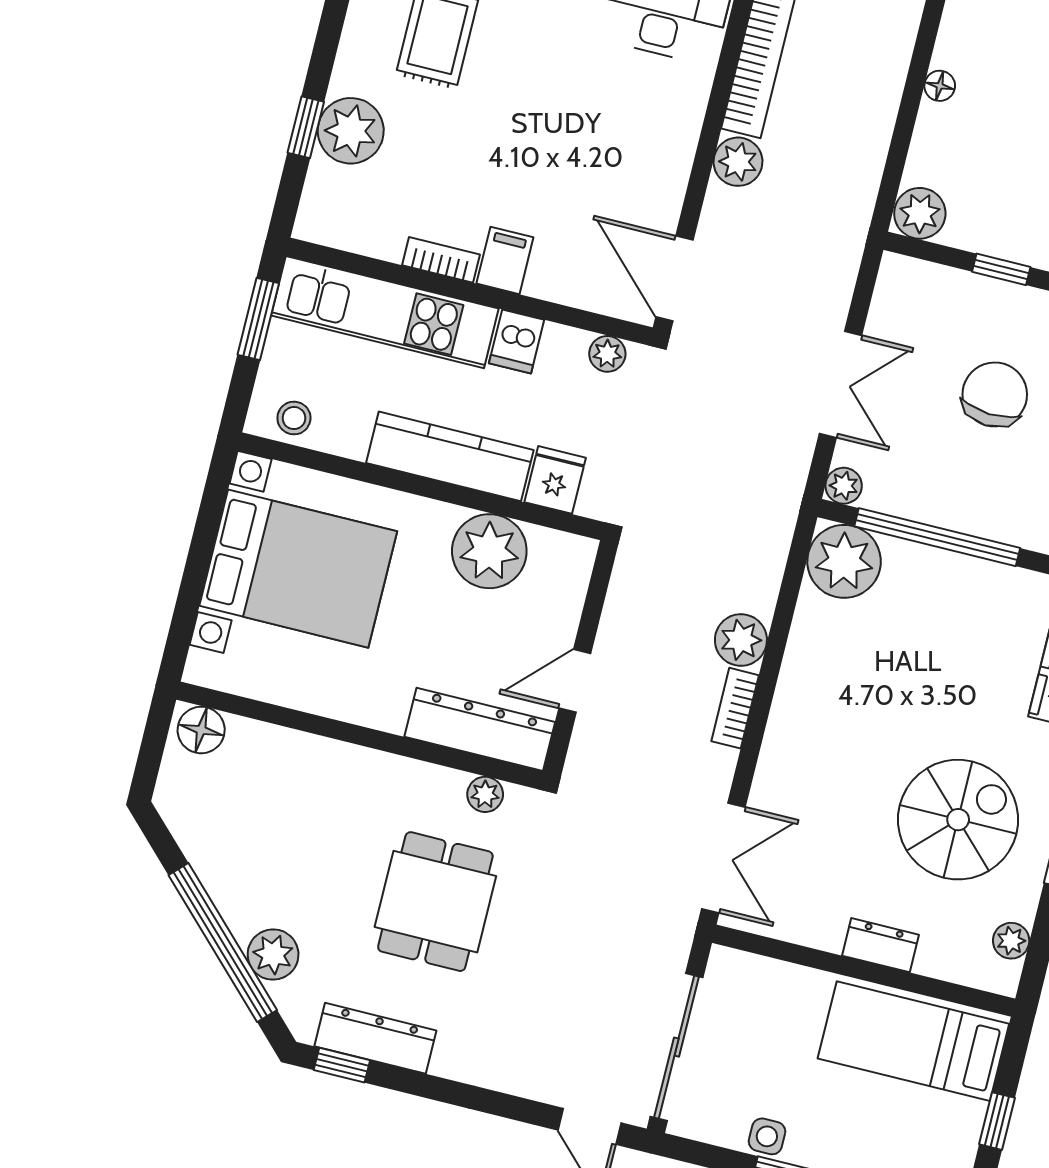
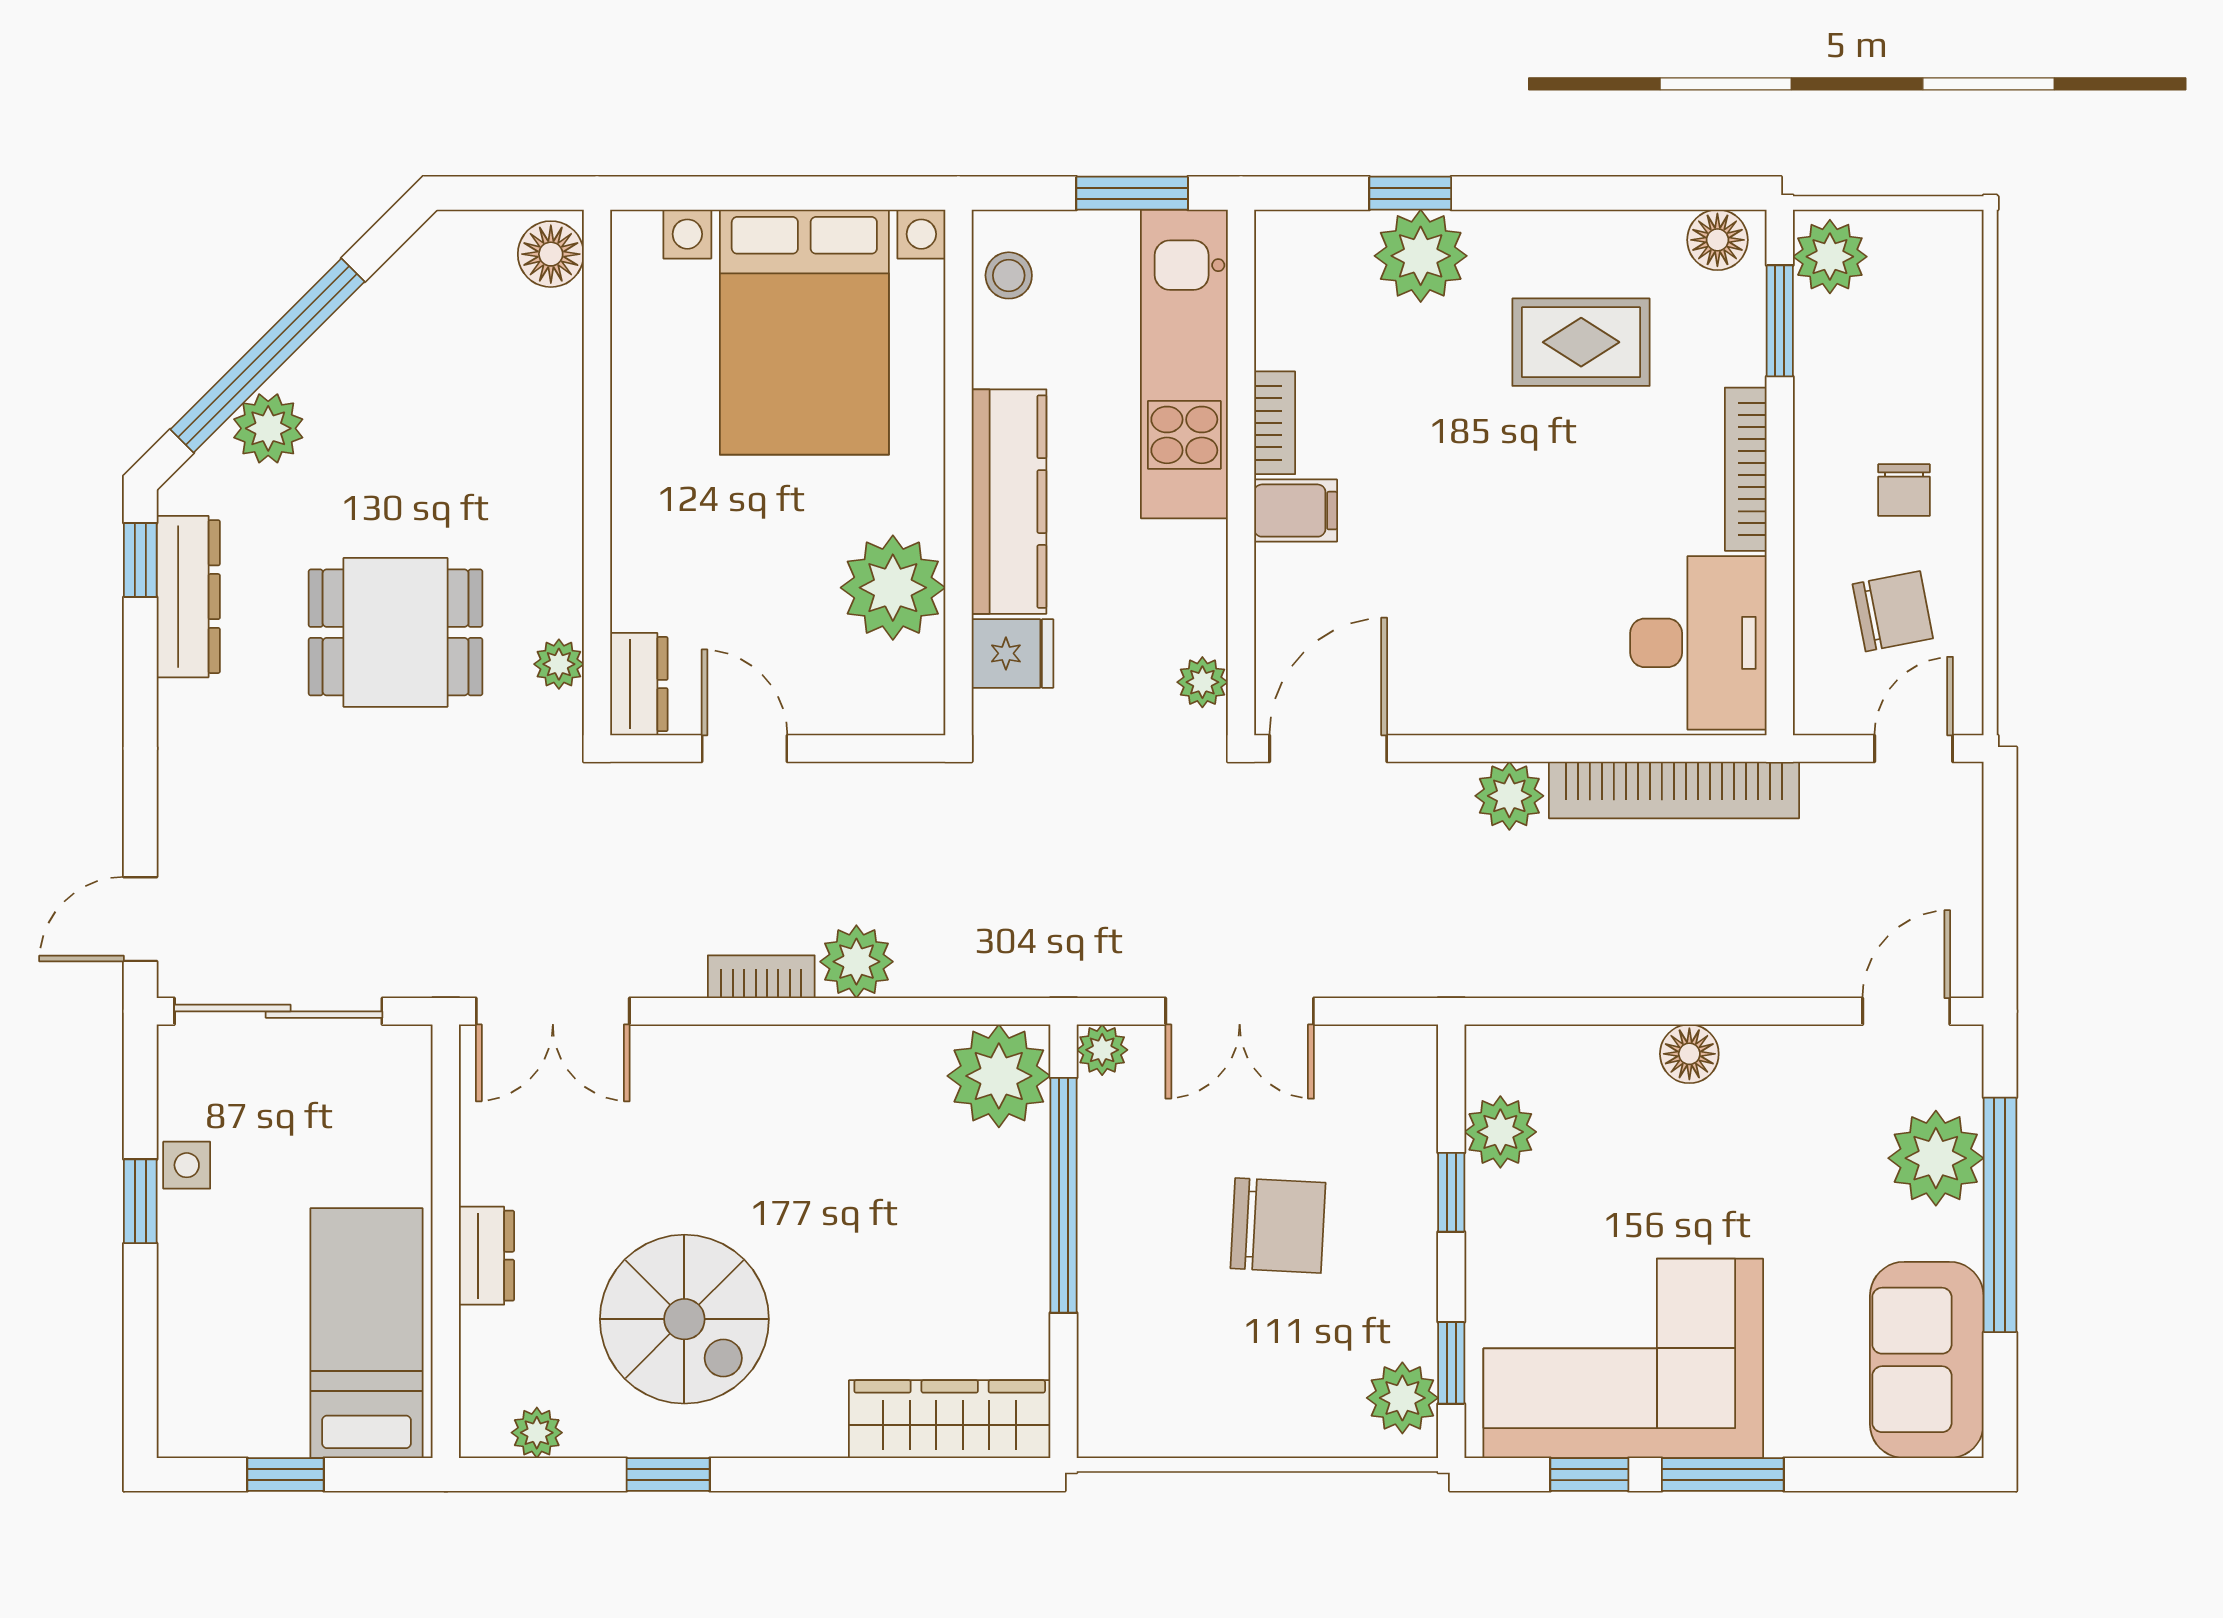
floor lamp: (940, 86) -> (1689, 1054), width x1.37, depth x1.37
plant: (920, 213) -> (1500, 1132), moved
dishwasher: (517, 342) -> (1189, 554), removed
dresser: (480, 729) -> (639, 684), width x0.51, depth x0.80

